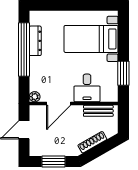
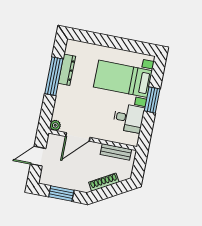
window: (24, 50) -> (54, 76), width x0.68
window: (123, 73) -> (152, 100), moved
desk: (87, 88) -> (129, 118), moved, turned -90

